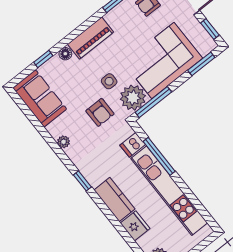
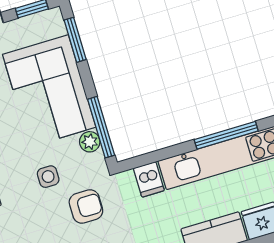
plant: (133, 98) -> (90, 142), width x0.53, depth x0.53
window: (159, 156) -> (226, 135), moved

